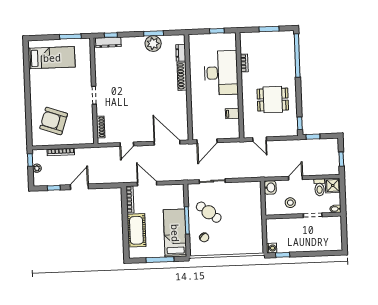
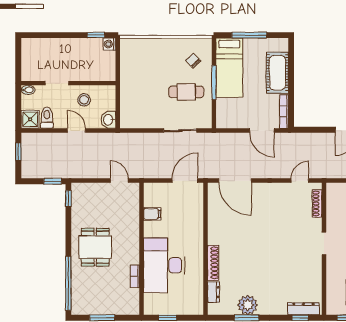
dining table: (273, 100) -> (95, 247), moved, turned 90
door: (127, 144) -> (300, 181), moved
door: (296, 178) -> (76, 130), swing flipped
cafe table: (209, 212) -> (186, 92), turned -38

